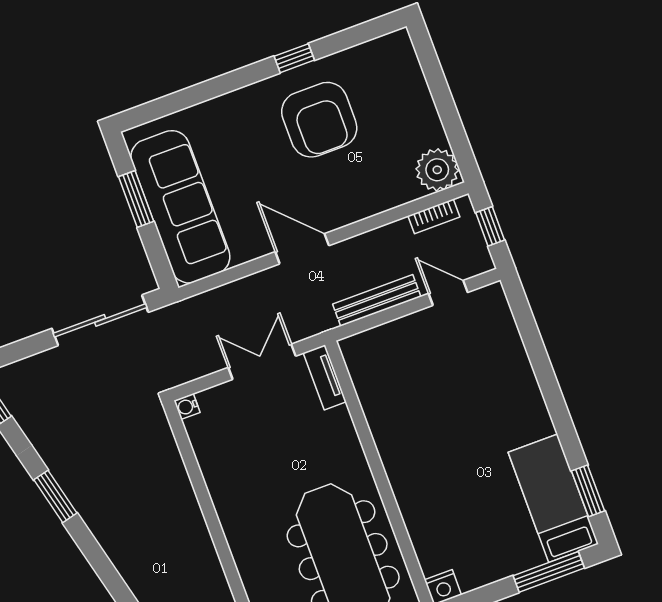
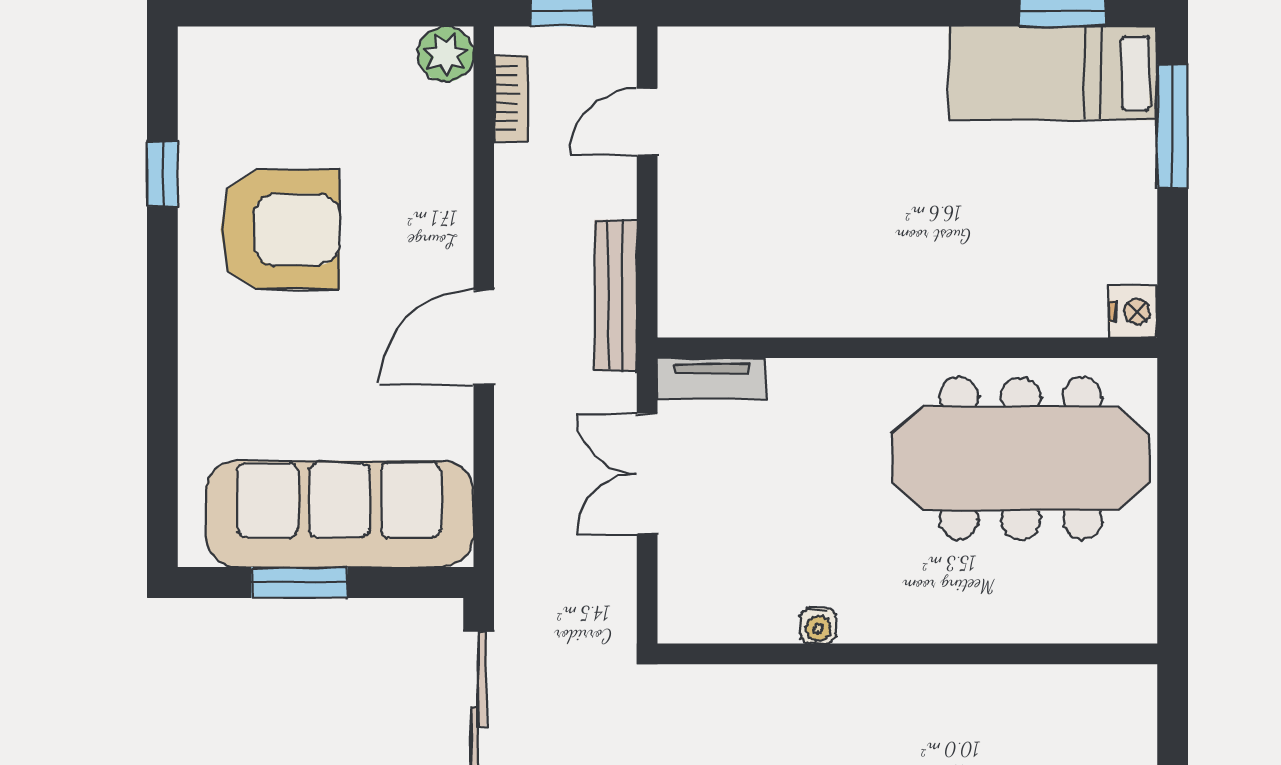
window: (294, 58) -> (162, 174), moved
plant: (437, 170) -> (446, 54), width x0.73, depth x0.73
bench: (377, 300) -> (616, 295), moved
water cooler: (187, 406) -> (818, 626), moved

